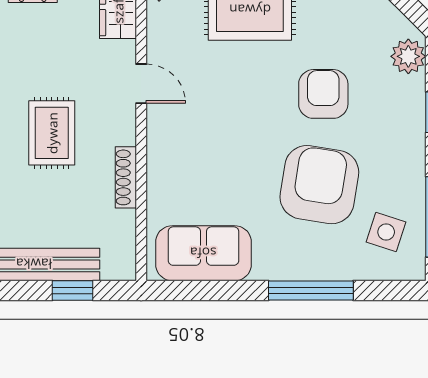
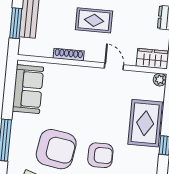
door: (141, 84) -> (114, 66), swing flipped
window: (73, 290) -> (16, 23), width x1.50

